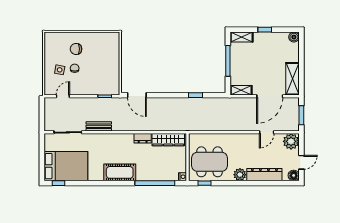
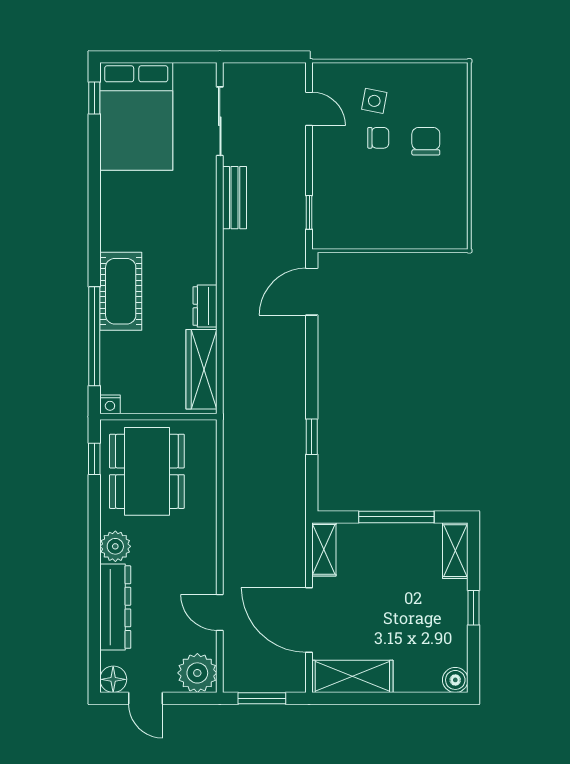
cot: (120, 172) -> (121, 291), moved

